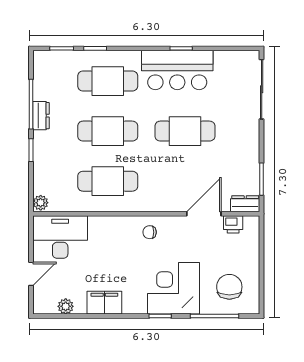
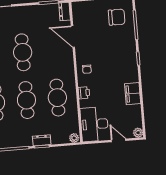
dresser: (41, 116) -> (42, 140), moved
printer: (233, 224) -> (84, 93), moved
chair: (229, 287) -> (117, 17), turned 180
corner desk: (173, 288) -> (120, 52), removed
plant: (66, 306) -> (138, 133), moved

